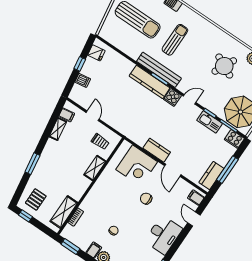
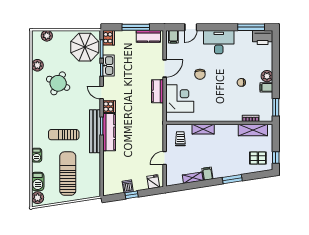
fridge: (96, 53) -> (153, 182), moved
dishwasher: (83, 80) -> (128, 186), moved
filing cabinet: (67, 115) -> (207, 174), moved

